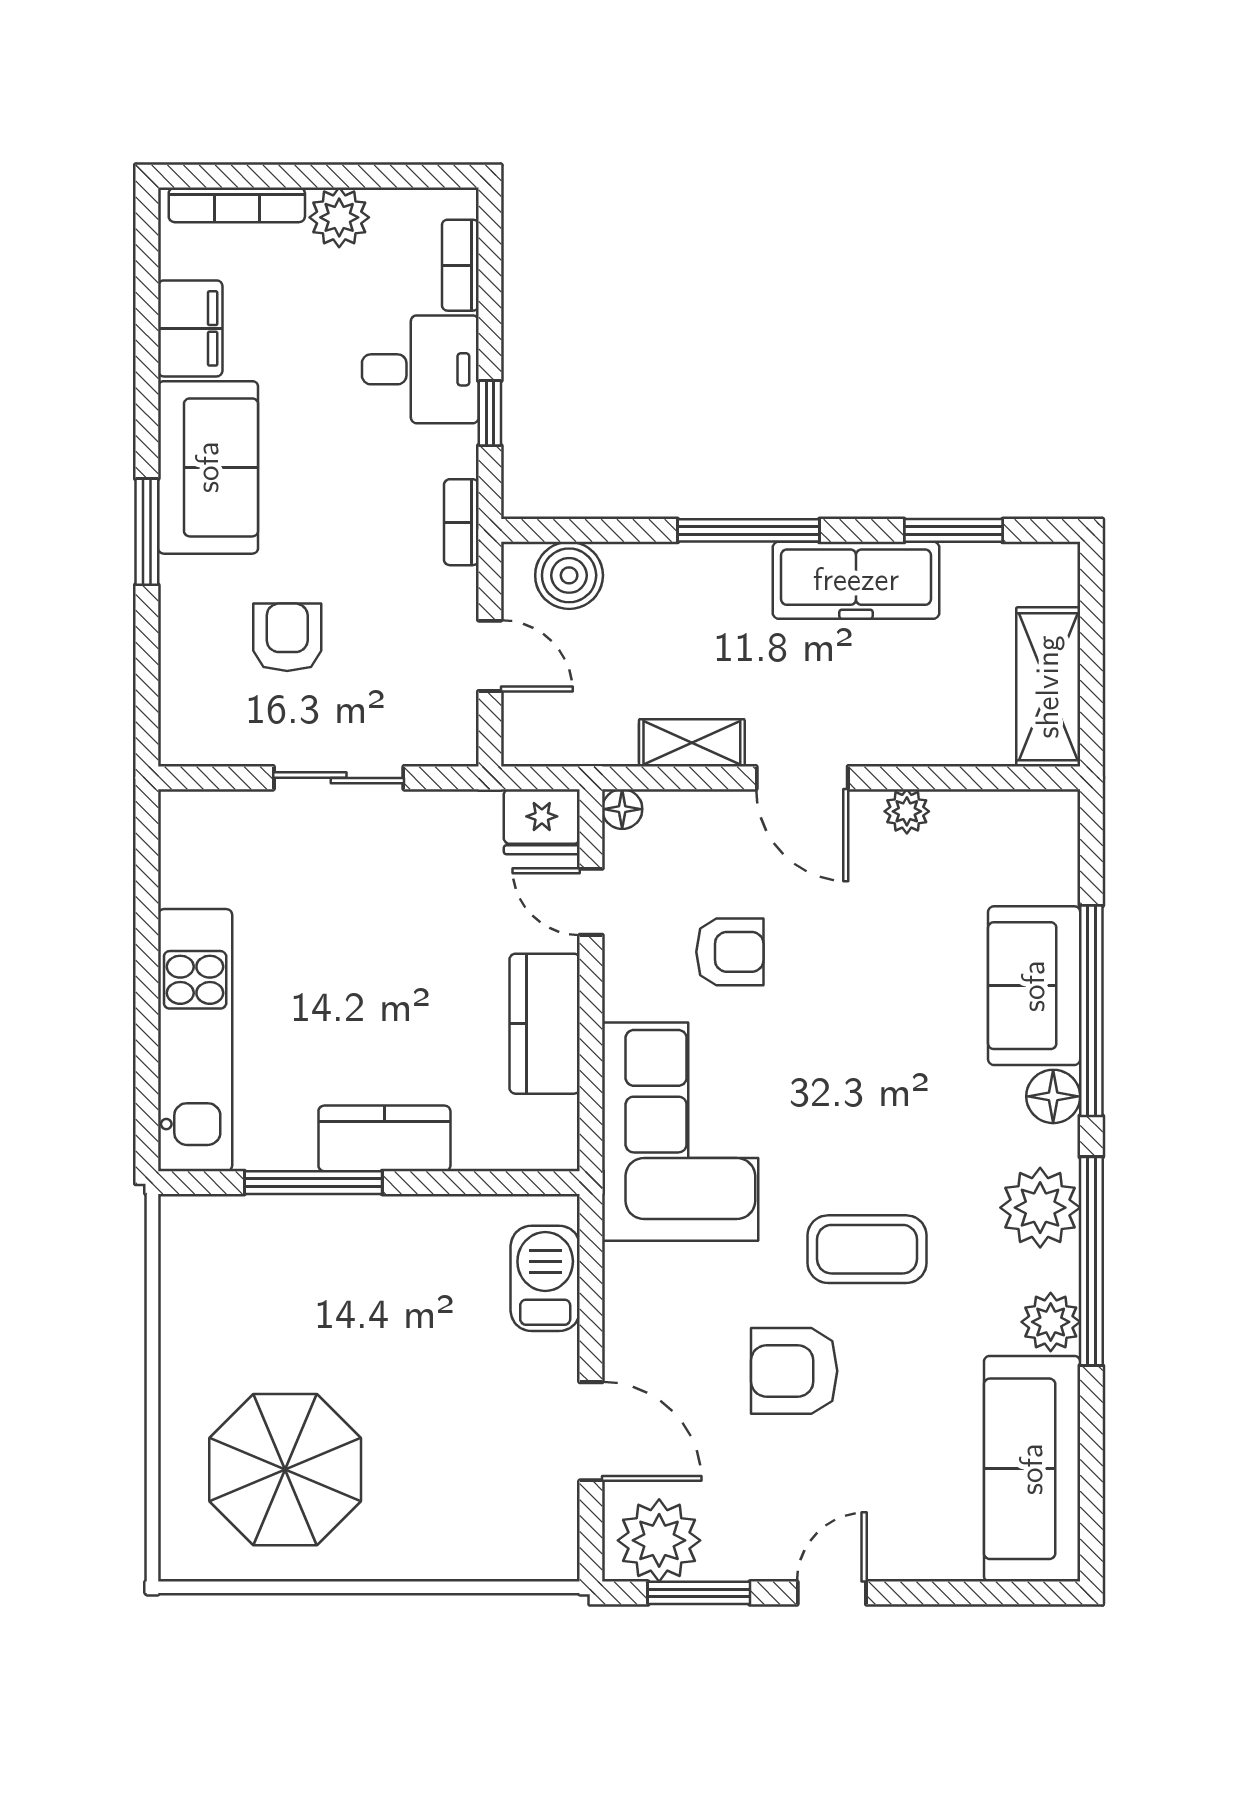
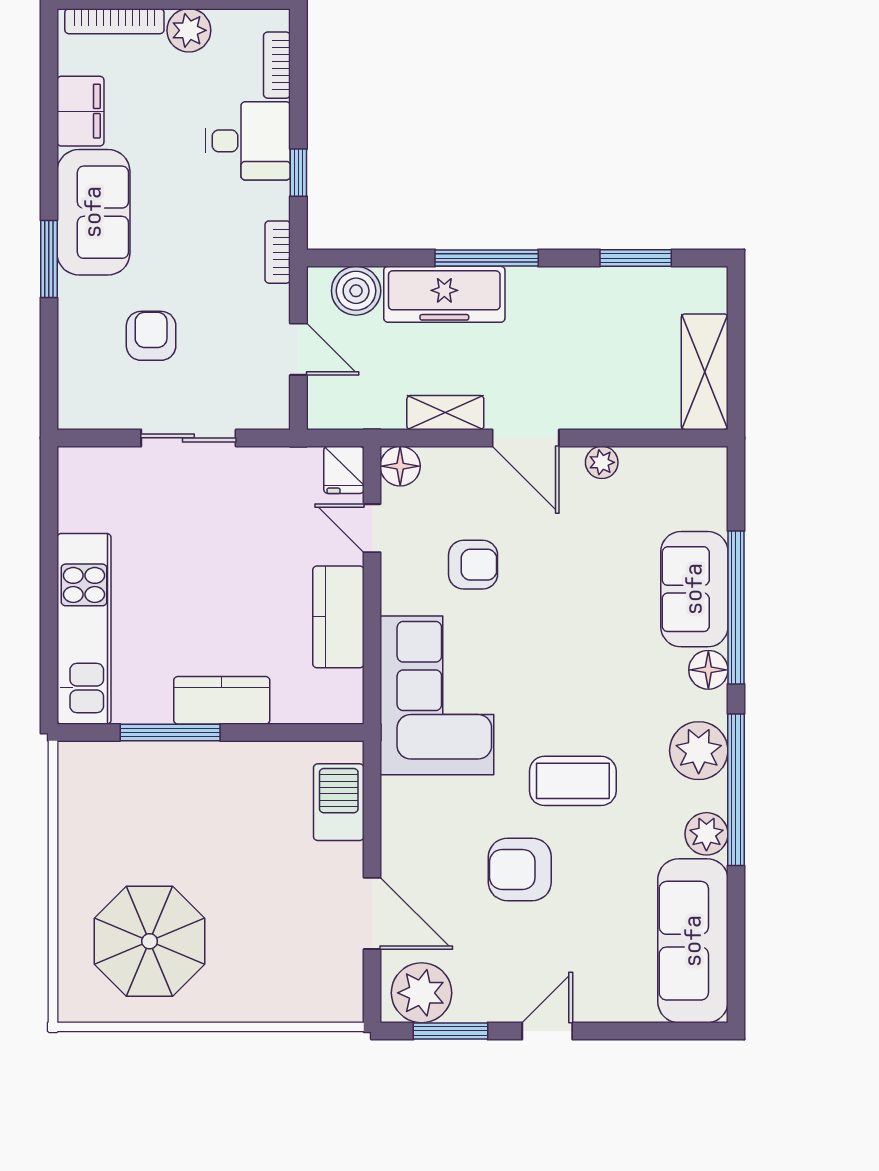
freezer: (856, 580) -> (444, 294), moved
floor lamp: (622, 809) -> (400, 466), width x1.37, depth x1.37
fridge: (542, 822) -> (344, 470), width x0.72

